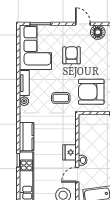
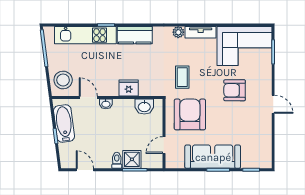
door: (83, 24) -> (273, 104), hinge flipped
floor lamp: (98, 32) -> (263, 123), removed
armchair: (71, 55) -> (235, 90), turned 180
washbasin: (85, 129) -> (144, 107), added
fridge: (70, 152) -> (129, 88), moved

